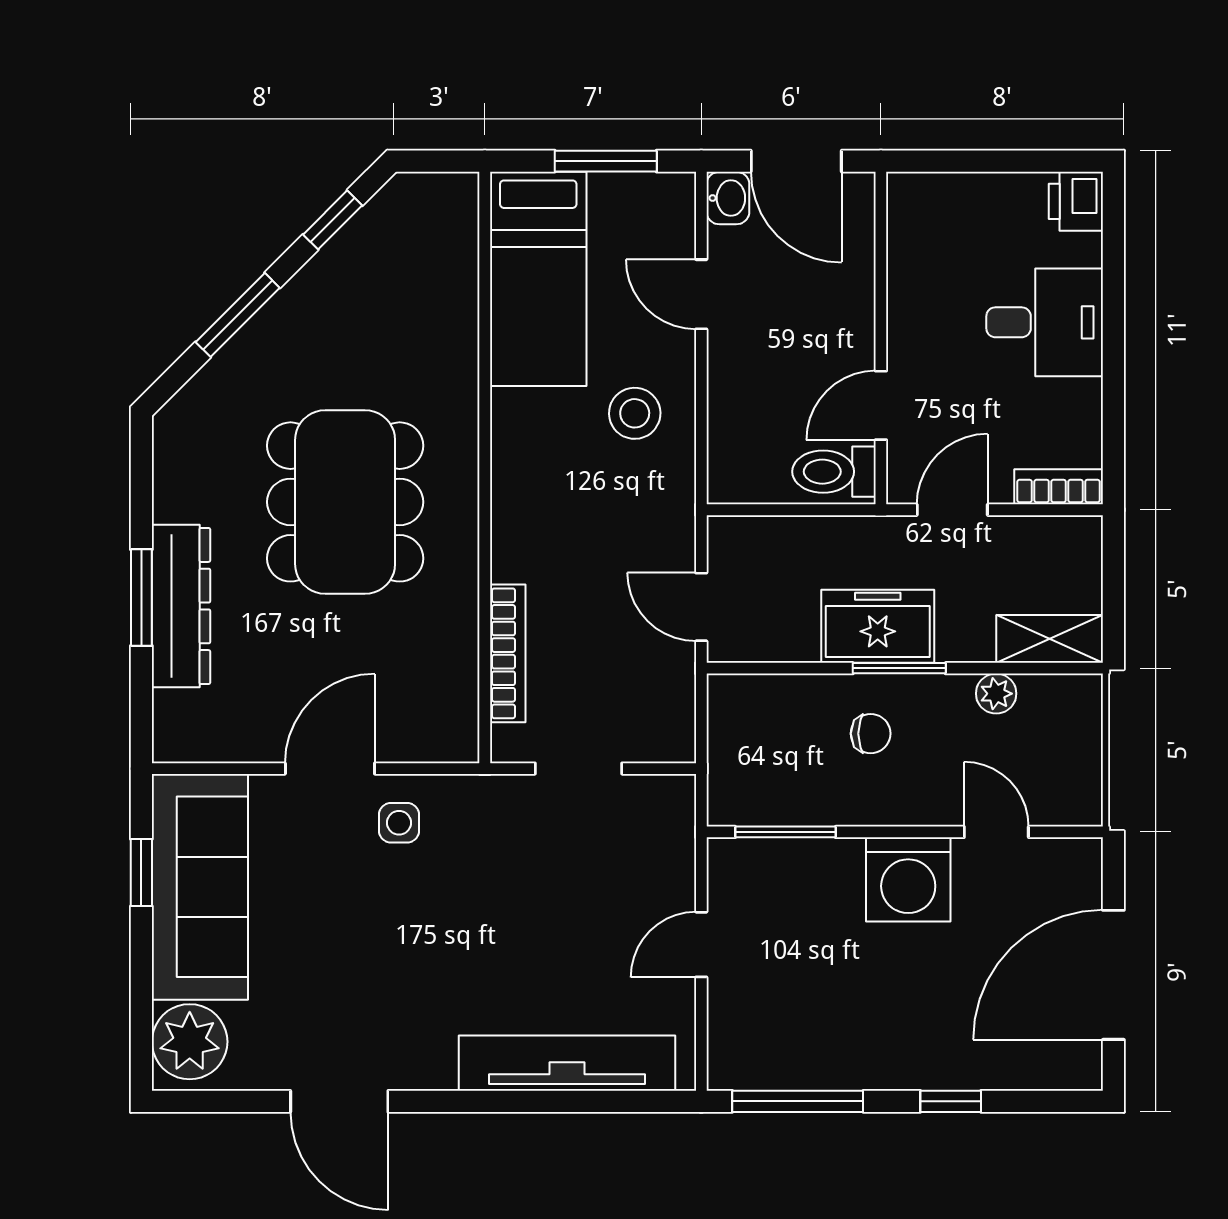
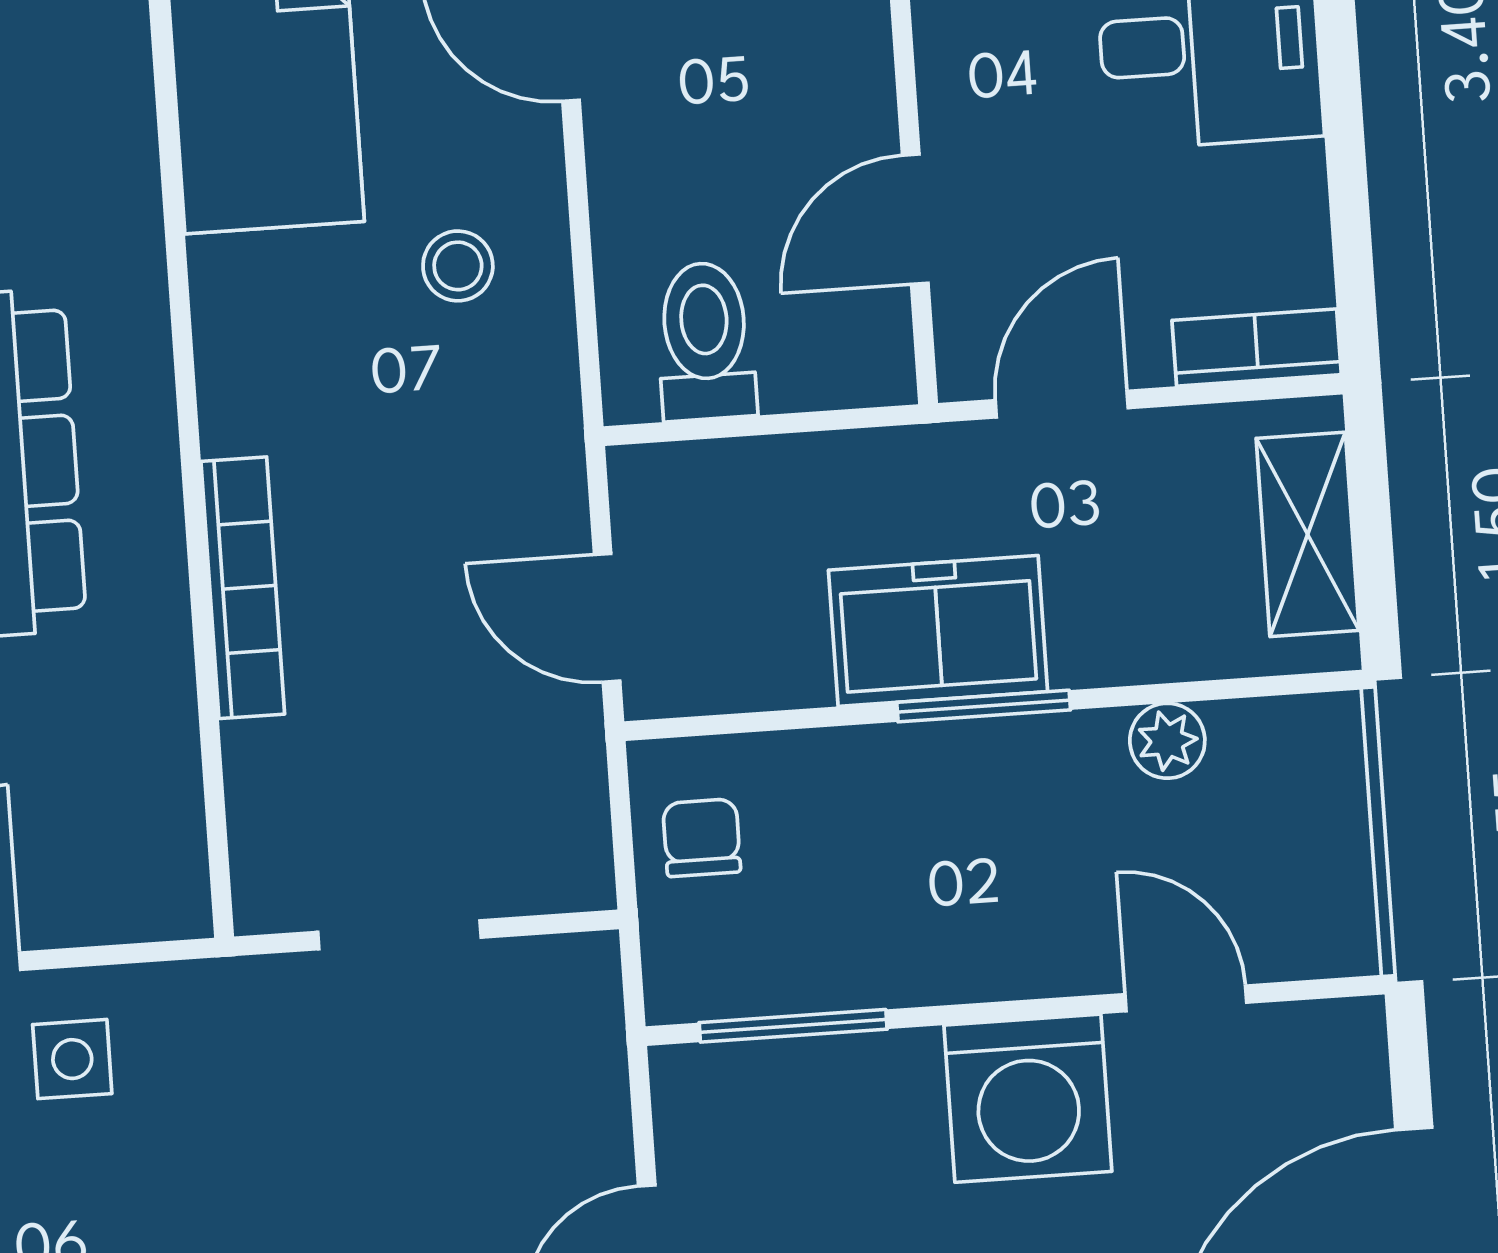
stool: (635, 413) -> (458, 266), width x0.73, depth x0.73
toilet: (834, 472) -> (705, 341), moved, turned 90
shelving: (1050, 639) -> (1308, 534), moved, turned 90
bookcase: (508, 653) -> (243, 588), moved
chair: (871, 734) -> (702, 838), moved, turned -90

